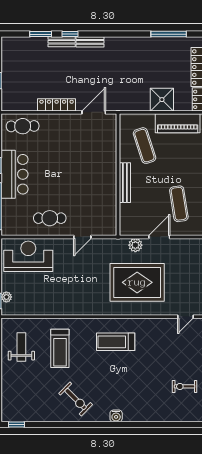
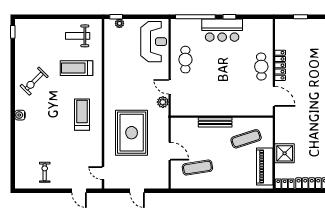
cafe table: (23, 126) -> (261, 67), moved
plant: (135, 245) -> (163, 102), moved
weight bench: (21, 347) -> (78, 36), turned 180

